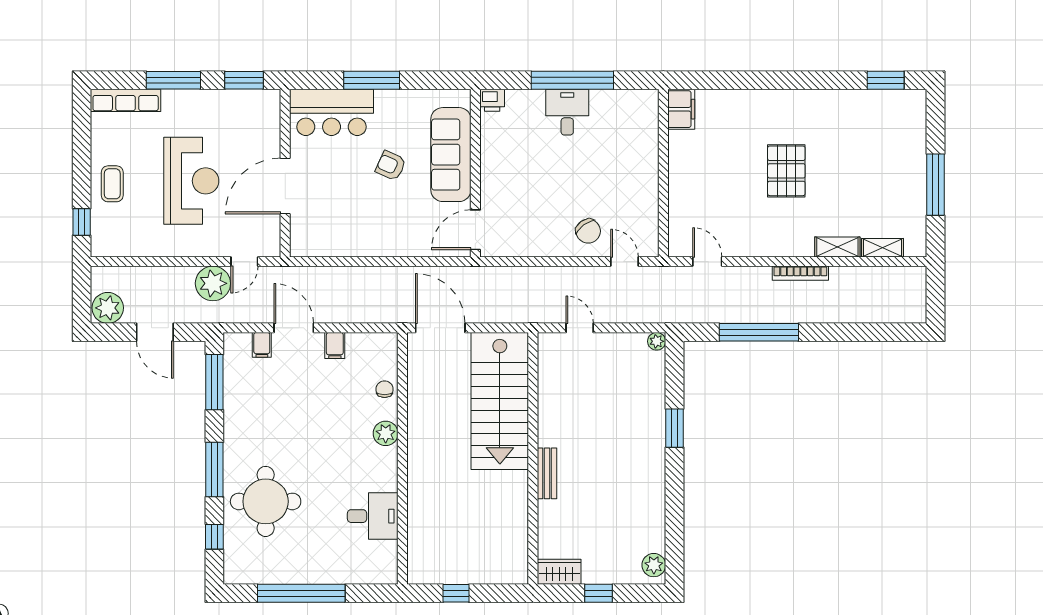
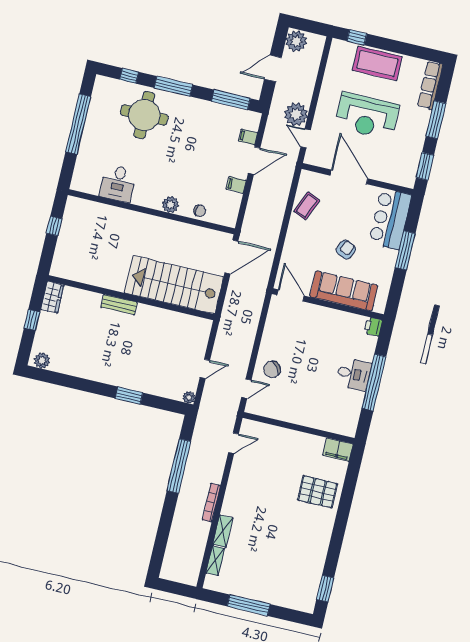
pallet: (786, 171) -> (318, 492), moved
coffee table: (112, 184) -> (377, 63), width x1.86, depth x1.72
coffee table: (341, 237) -> (307, 206), added
door: (580, 328) -> (205, 369), moved

